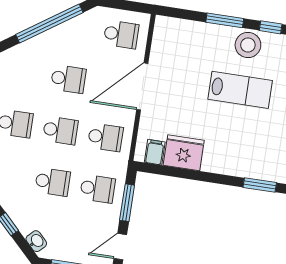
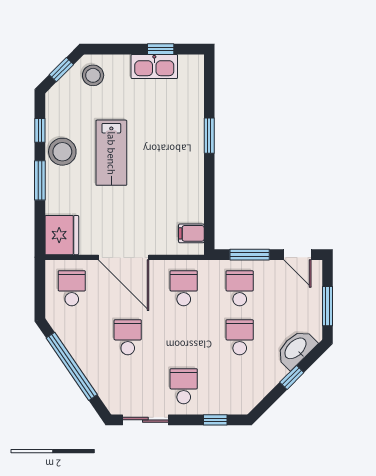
lab bench: (240, 90) -> (111, 153), turned 180
school desk: (60, 130) -> (184, 337), removed
fridge: (184, 153) -> (62, 235), moved, turned 180
window: (260, 185) -> (209, 136), moved
washbasin: (36, 241) -> (296, 349), width x1.91, depth x1.45

